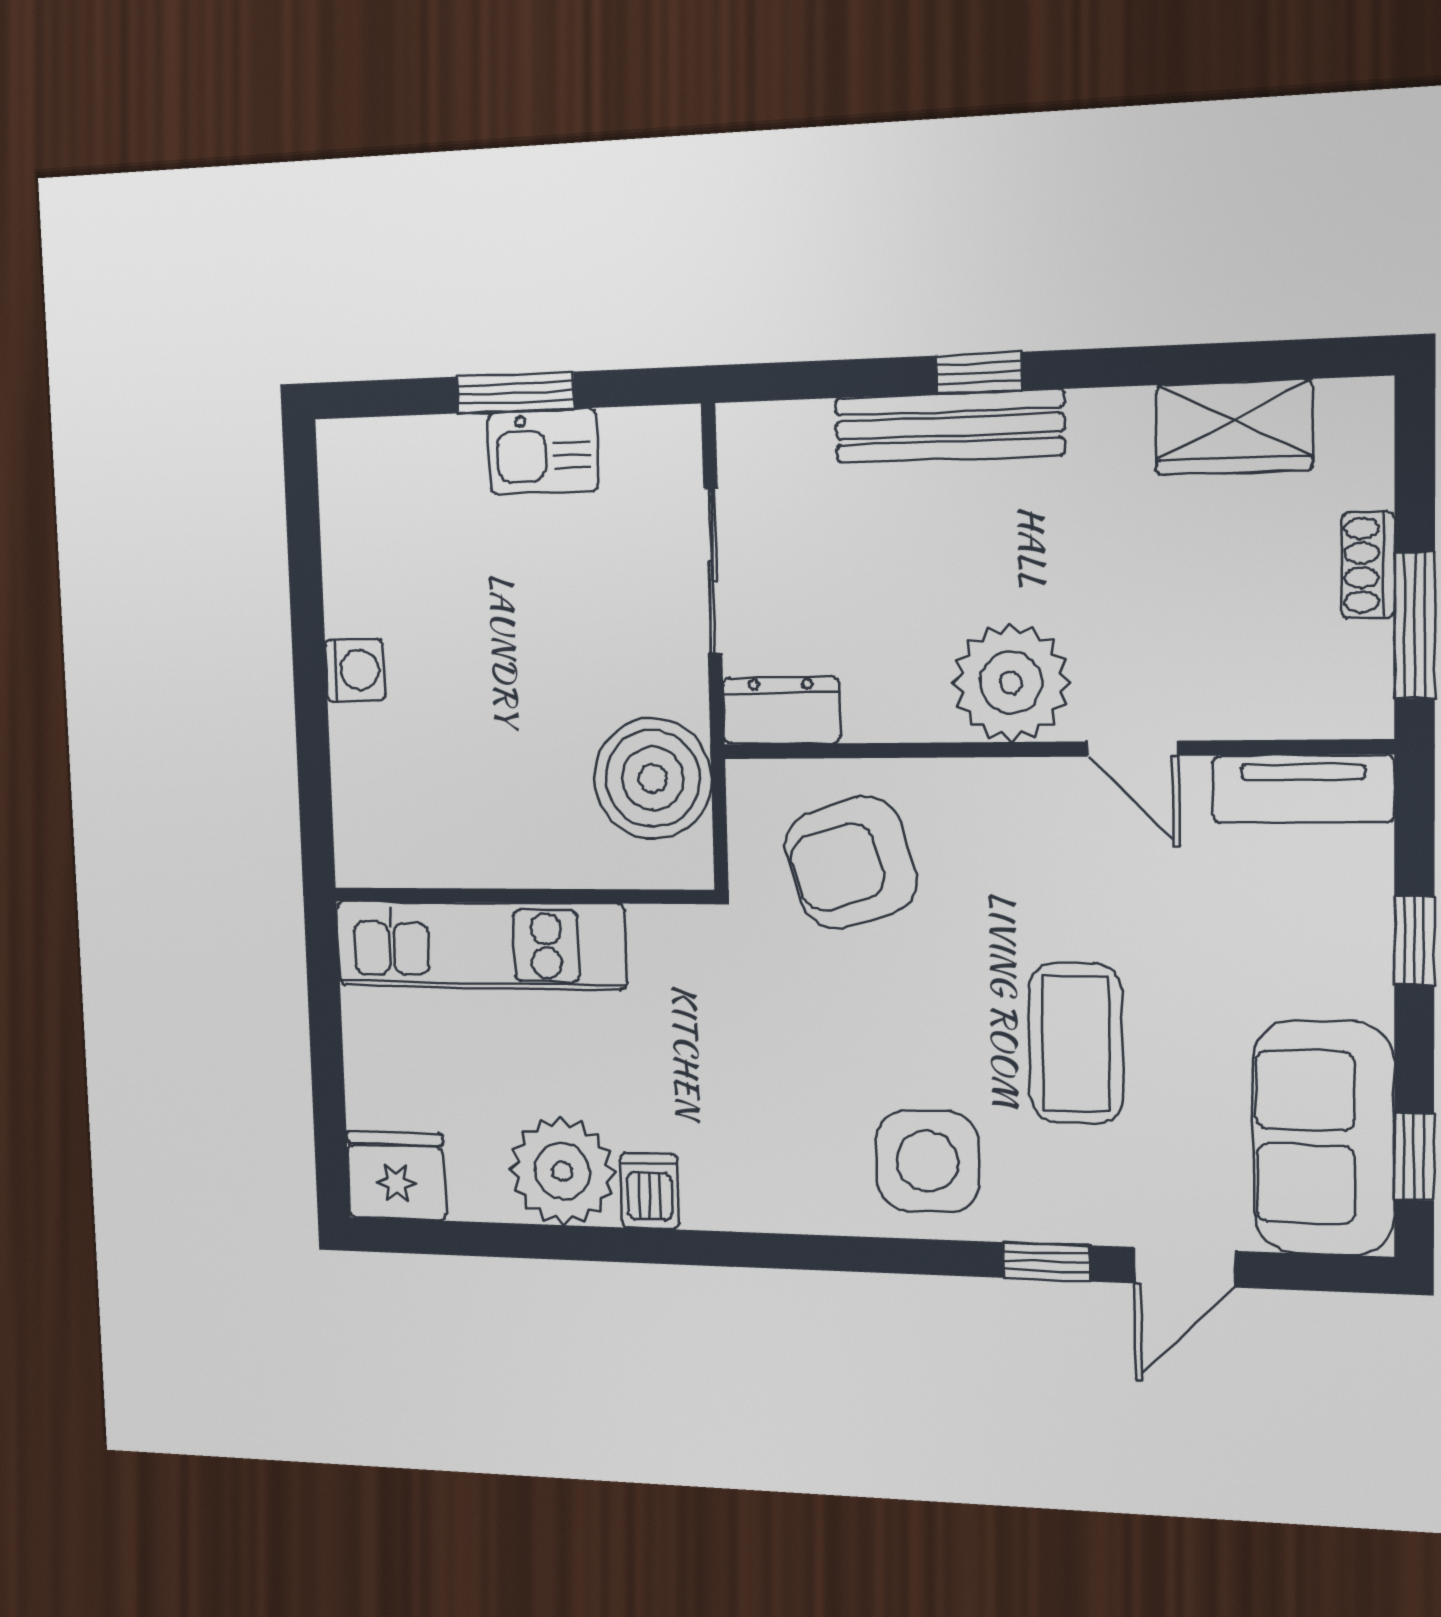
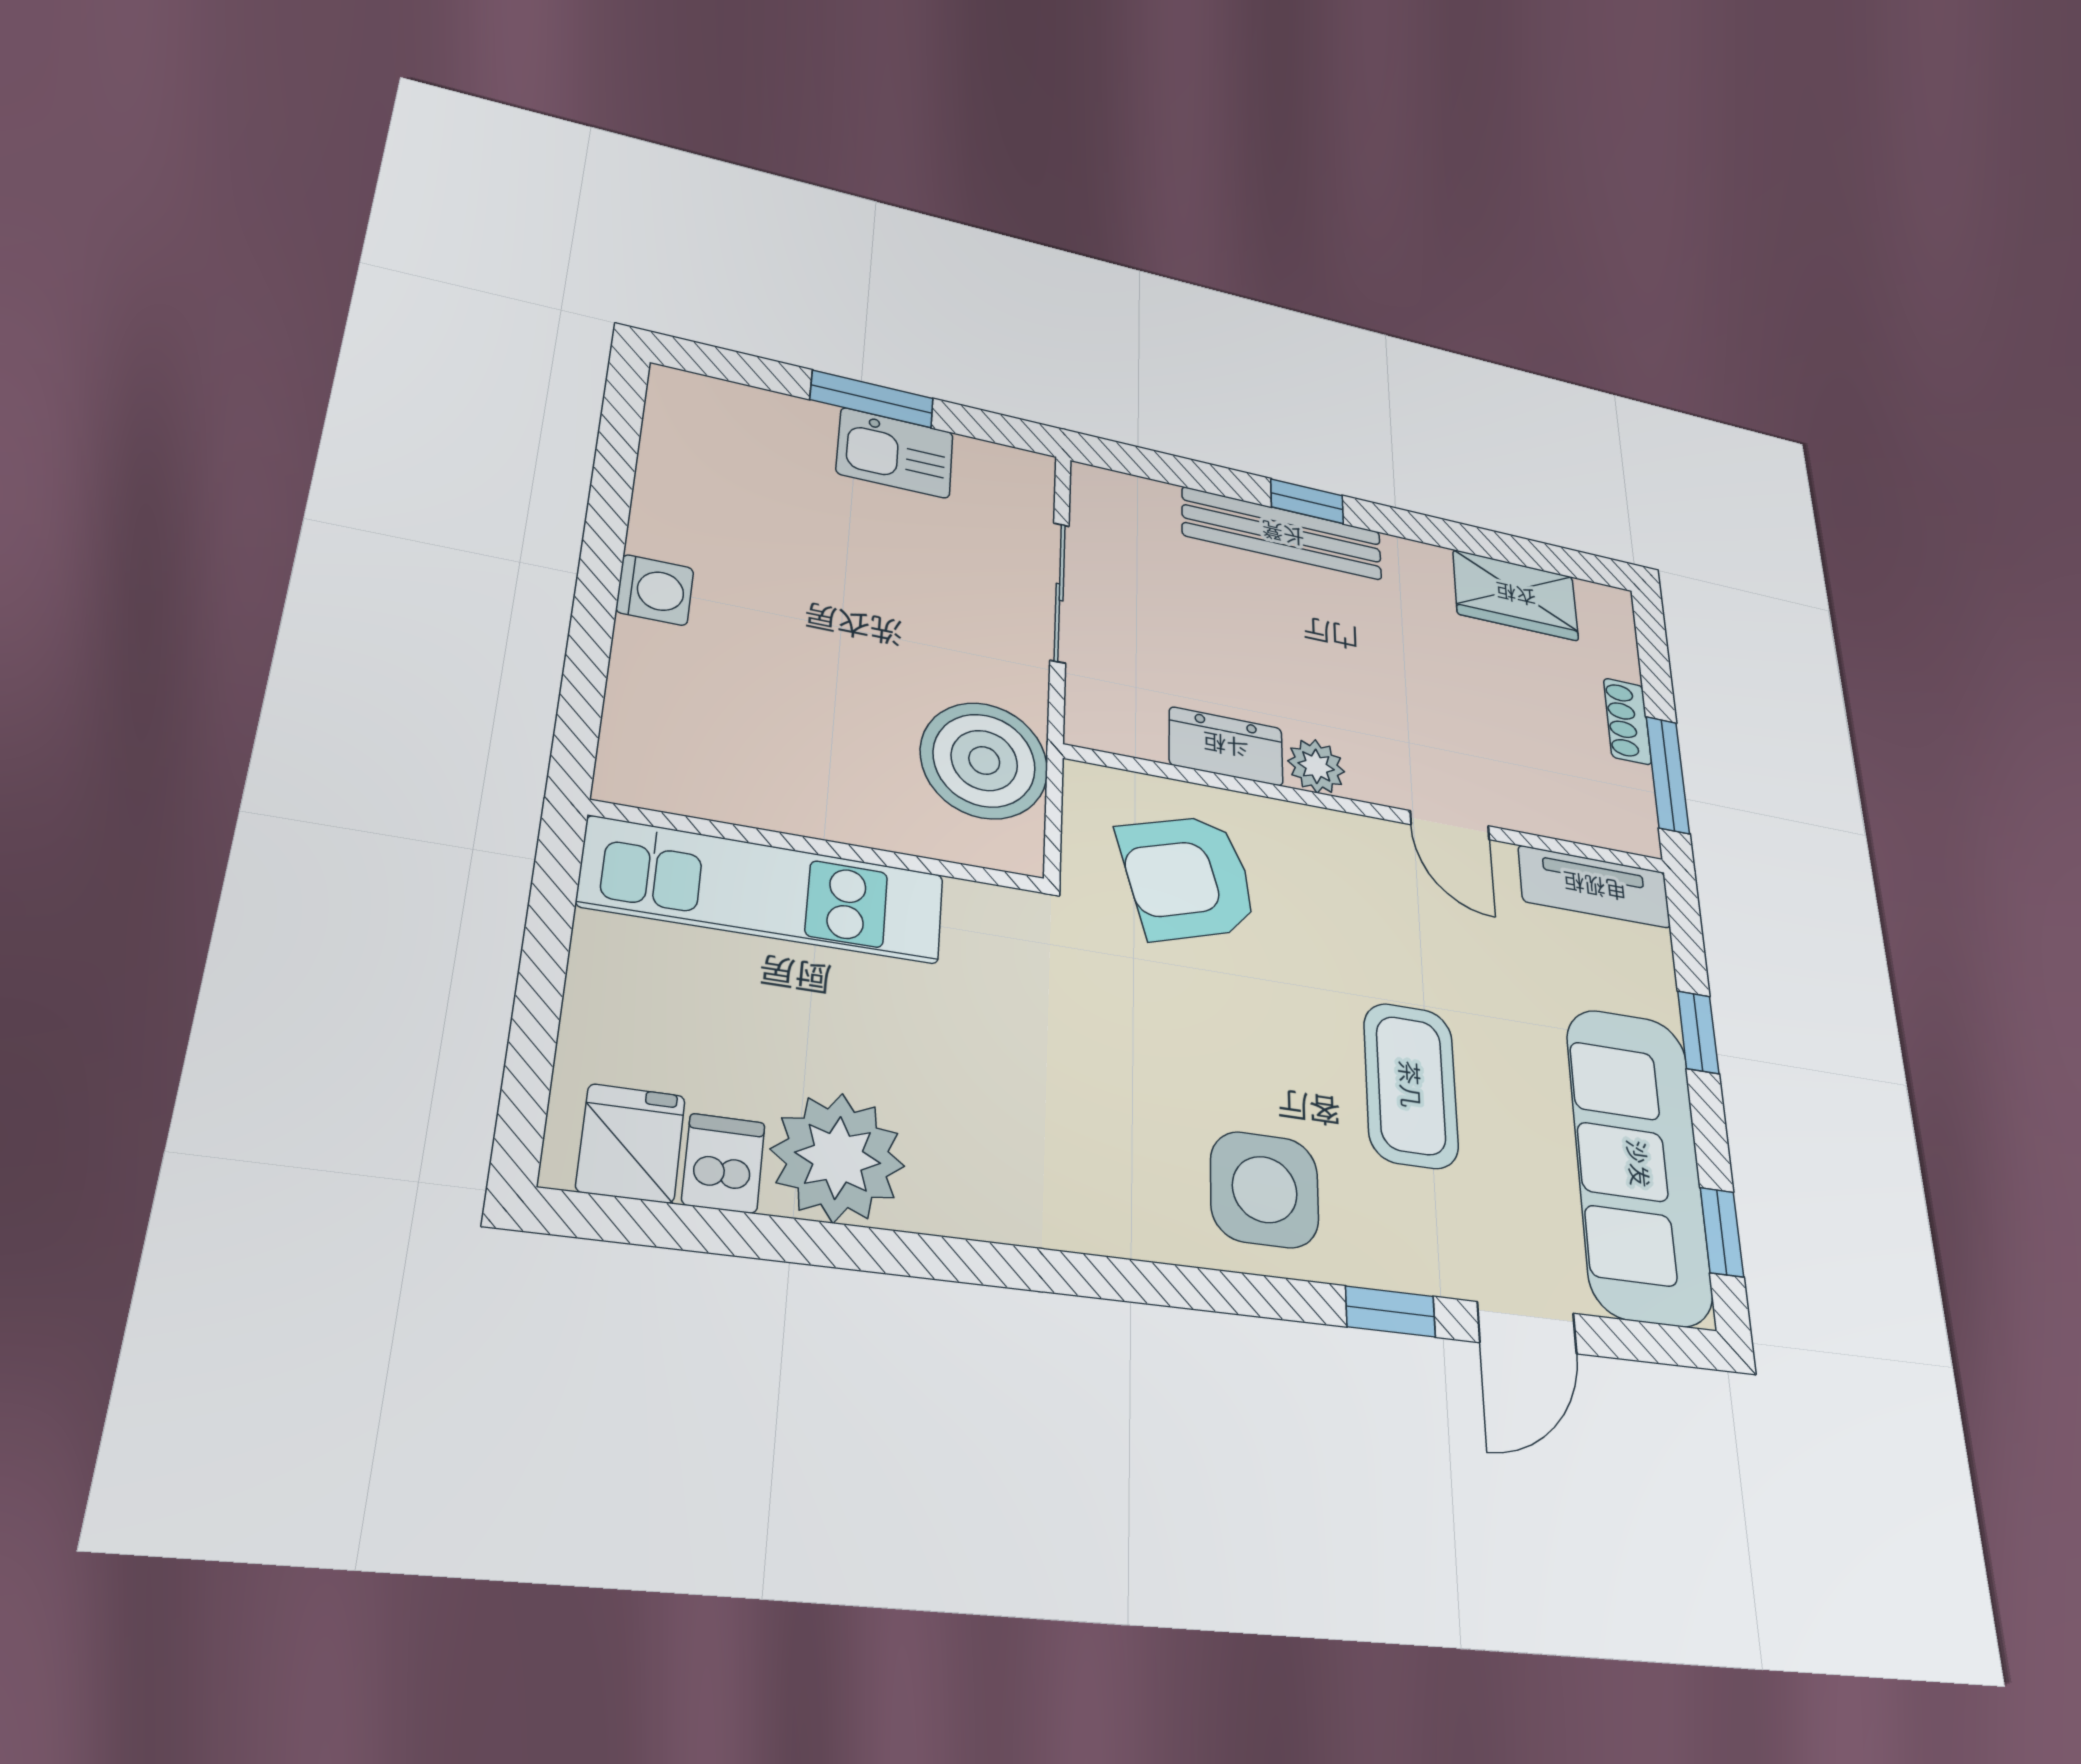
plant: (1011, 683) -> (1316, 766), width x0.53, depth x0.53
dresser: (781, 710) -> (1226, 746), moved
sofa: (1324, 1138) -> (1639, 1164), width x1.36
fridge: (396, 1176) -> (631, 1143), width x0.72
dishwasher: (650, 1191) -> (723, 1163), moved

